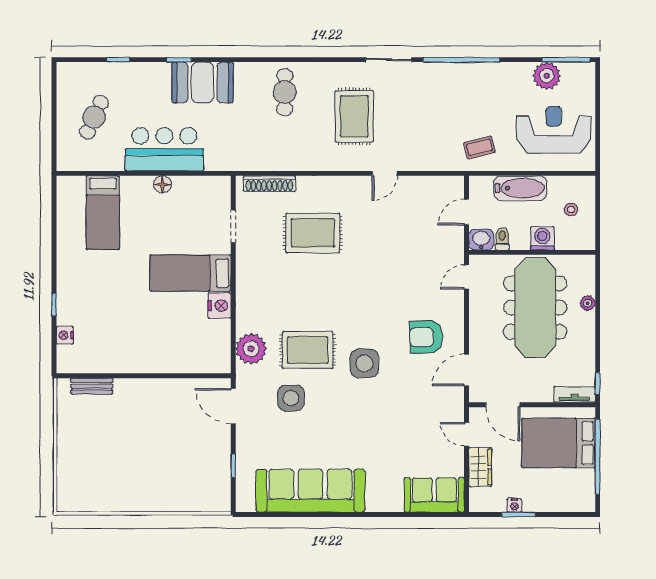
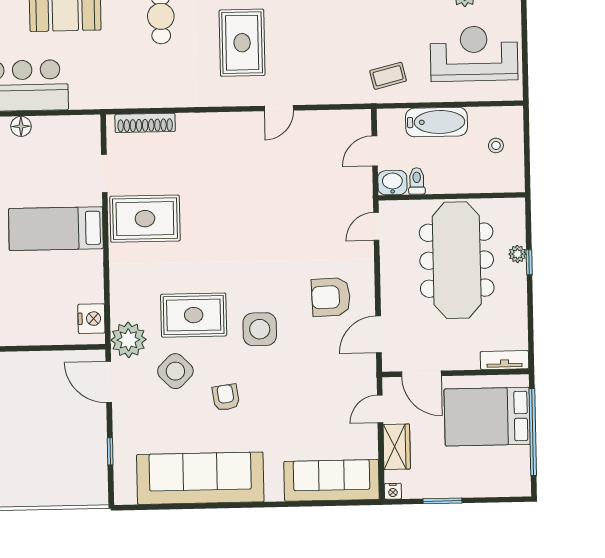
rug: (313, 233) -> (145, 219), moved
washing machine: (542, 238) -> (463, 180), removed
nightstand: (220, 306) -> (91, 319), moved
plant: (251, 349) -> (128, 340), moved
window: (598, 383) -> (529, 262), moved
side table: (291, 398) -> (175, 371), turned 45
armchair: (334, 421) -> (226, 397), added
door: (467, 434) -> (380, 409), hinge flipped
sofa: (434, 495) -> (332, 480), width x1.36
nightstand: (514, 505) -> (393, 491), moved

